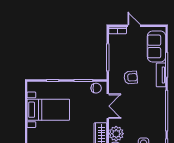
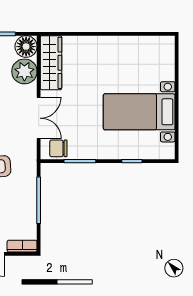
double door: (108, 106) -> (39, 118), swing flipped

